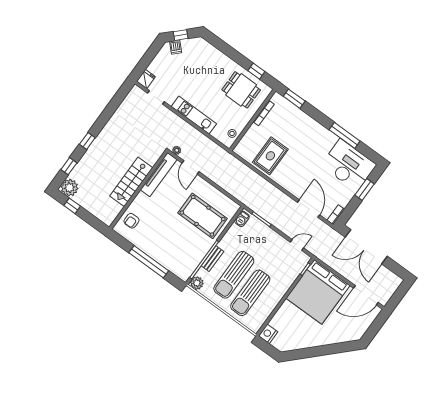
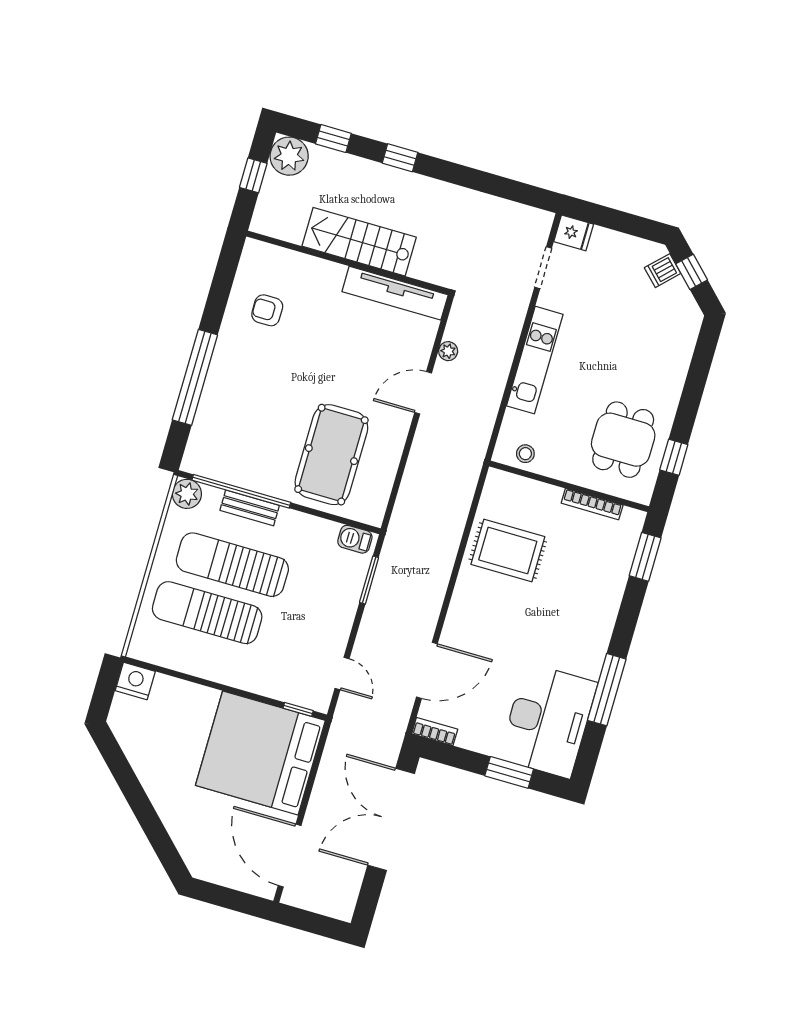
tv unit: (159, 175) -> (395, 293), moved
stairs: (131, 182) -> (359, 242), moved
wall: (138, 190) -> (348, 263), moved

